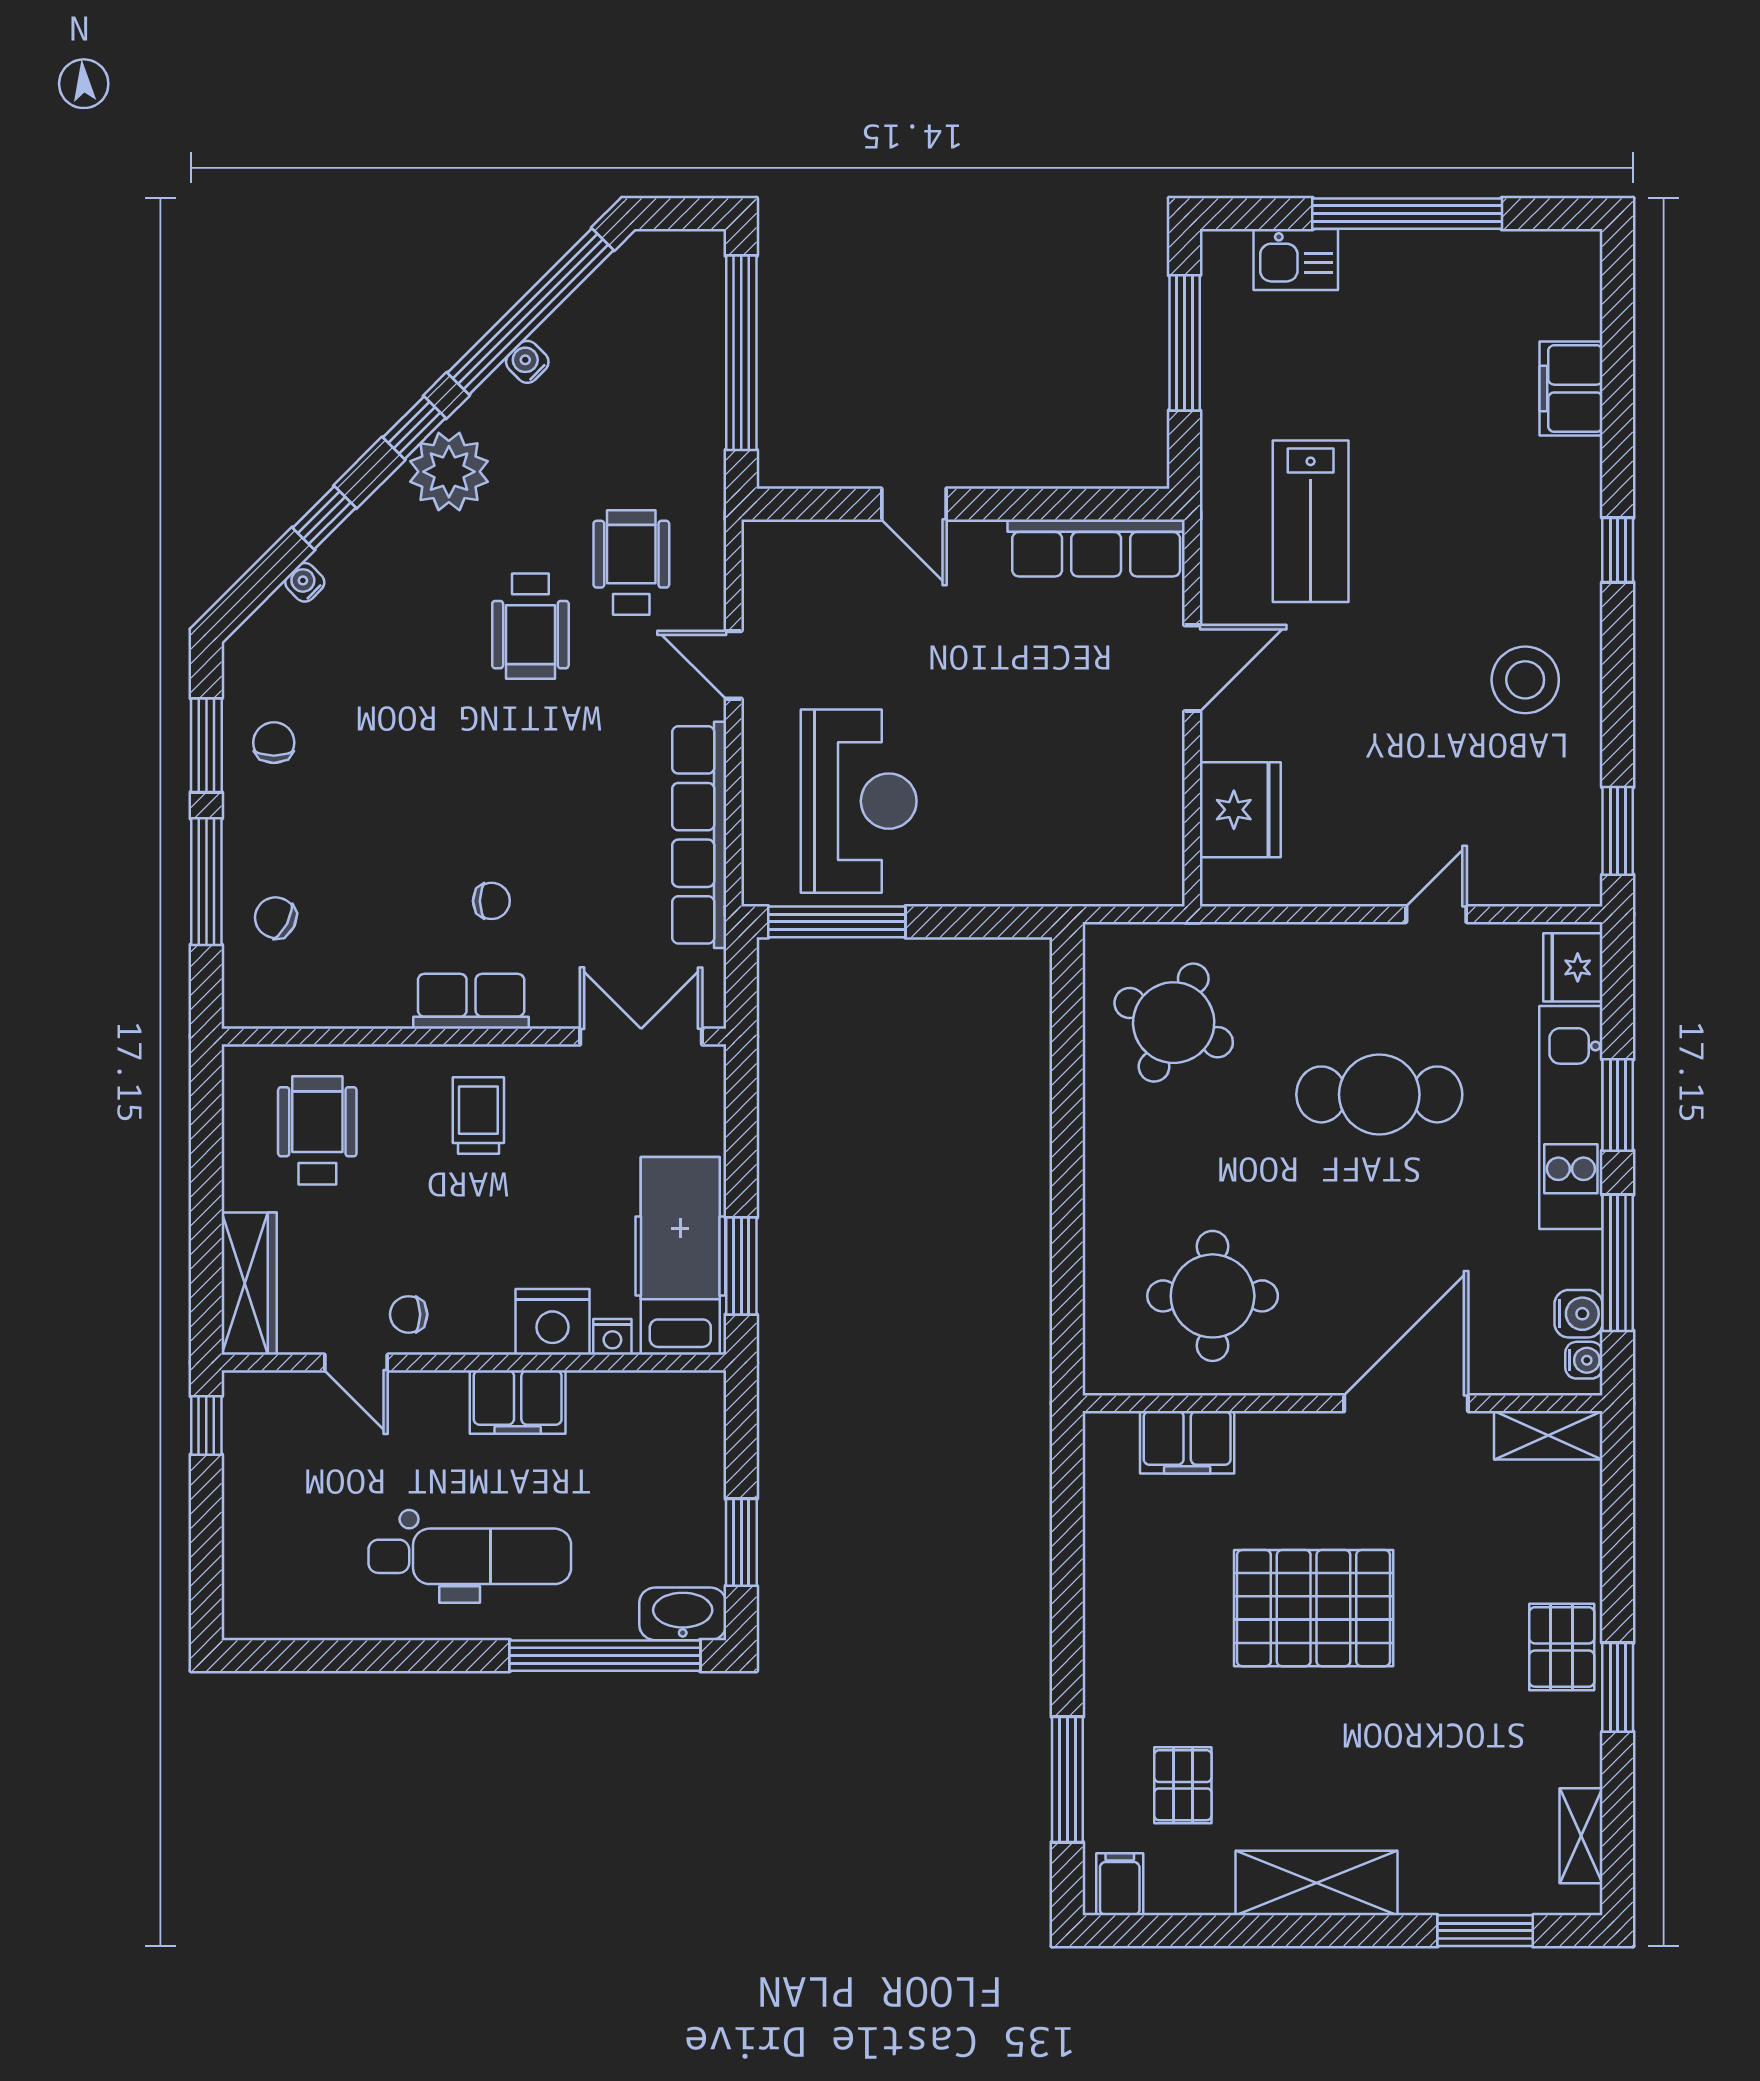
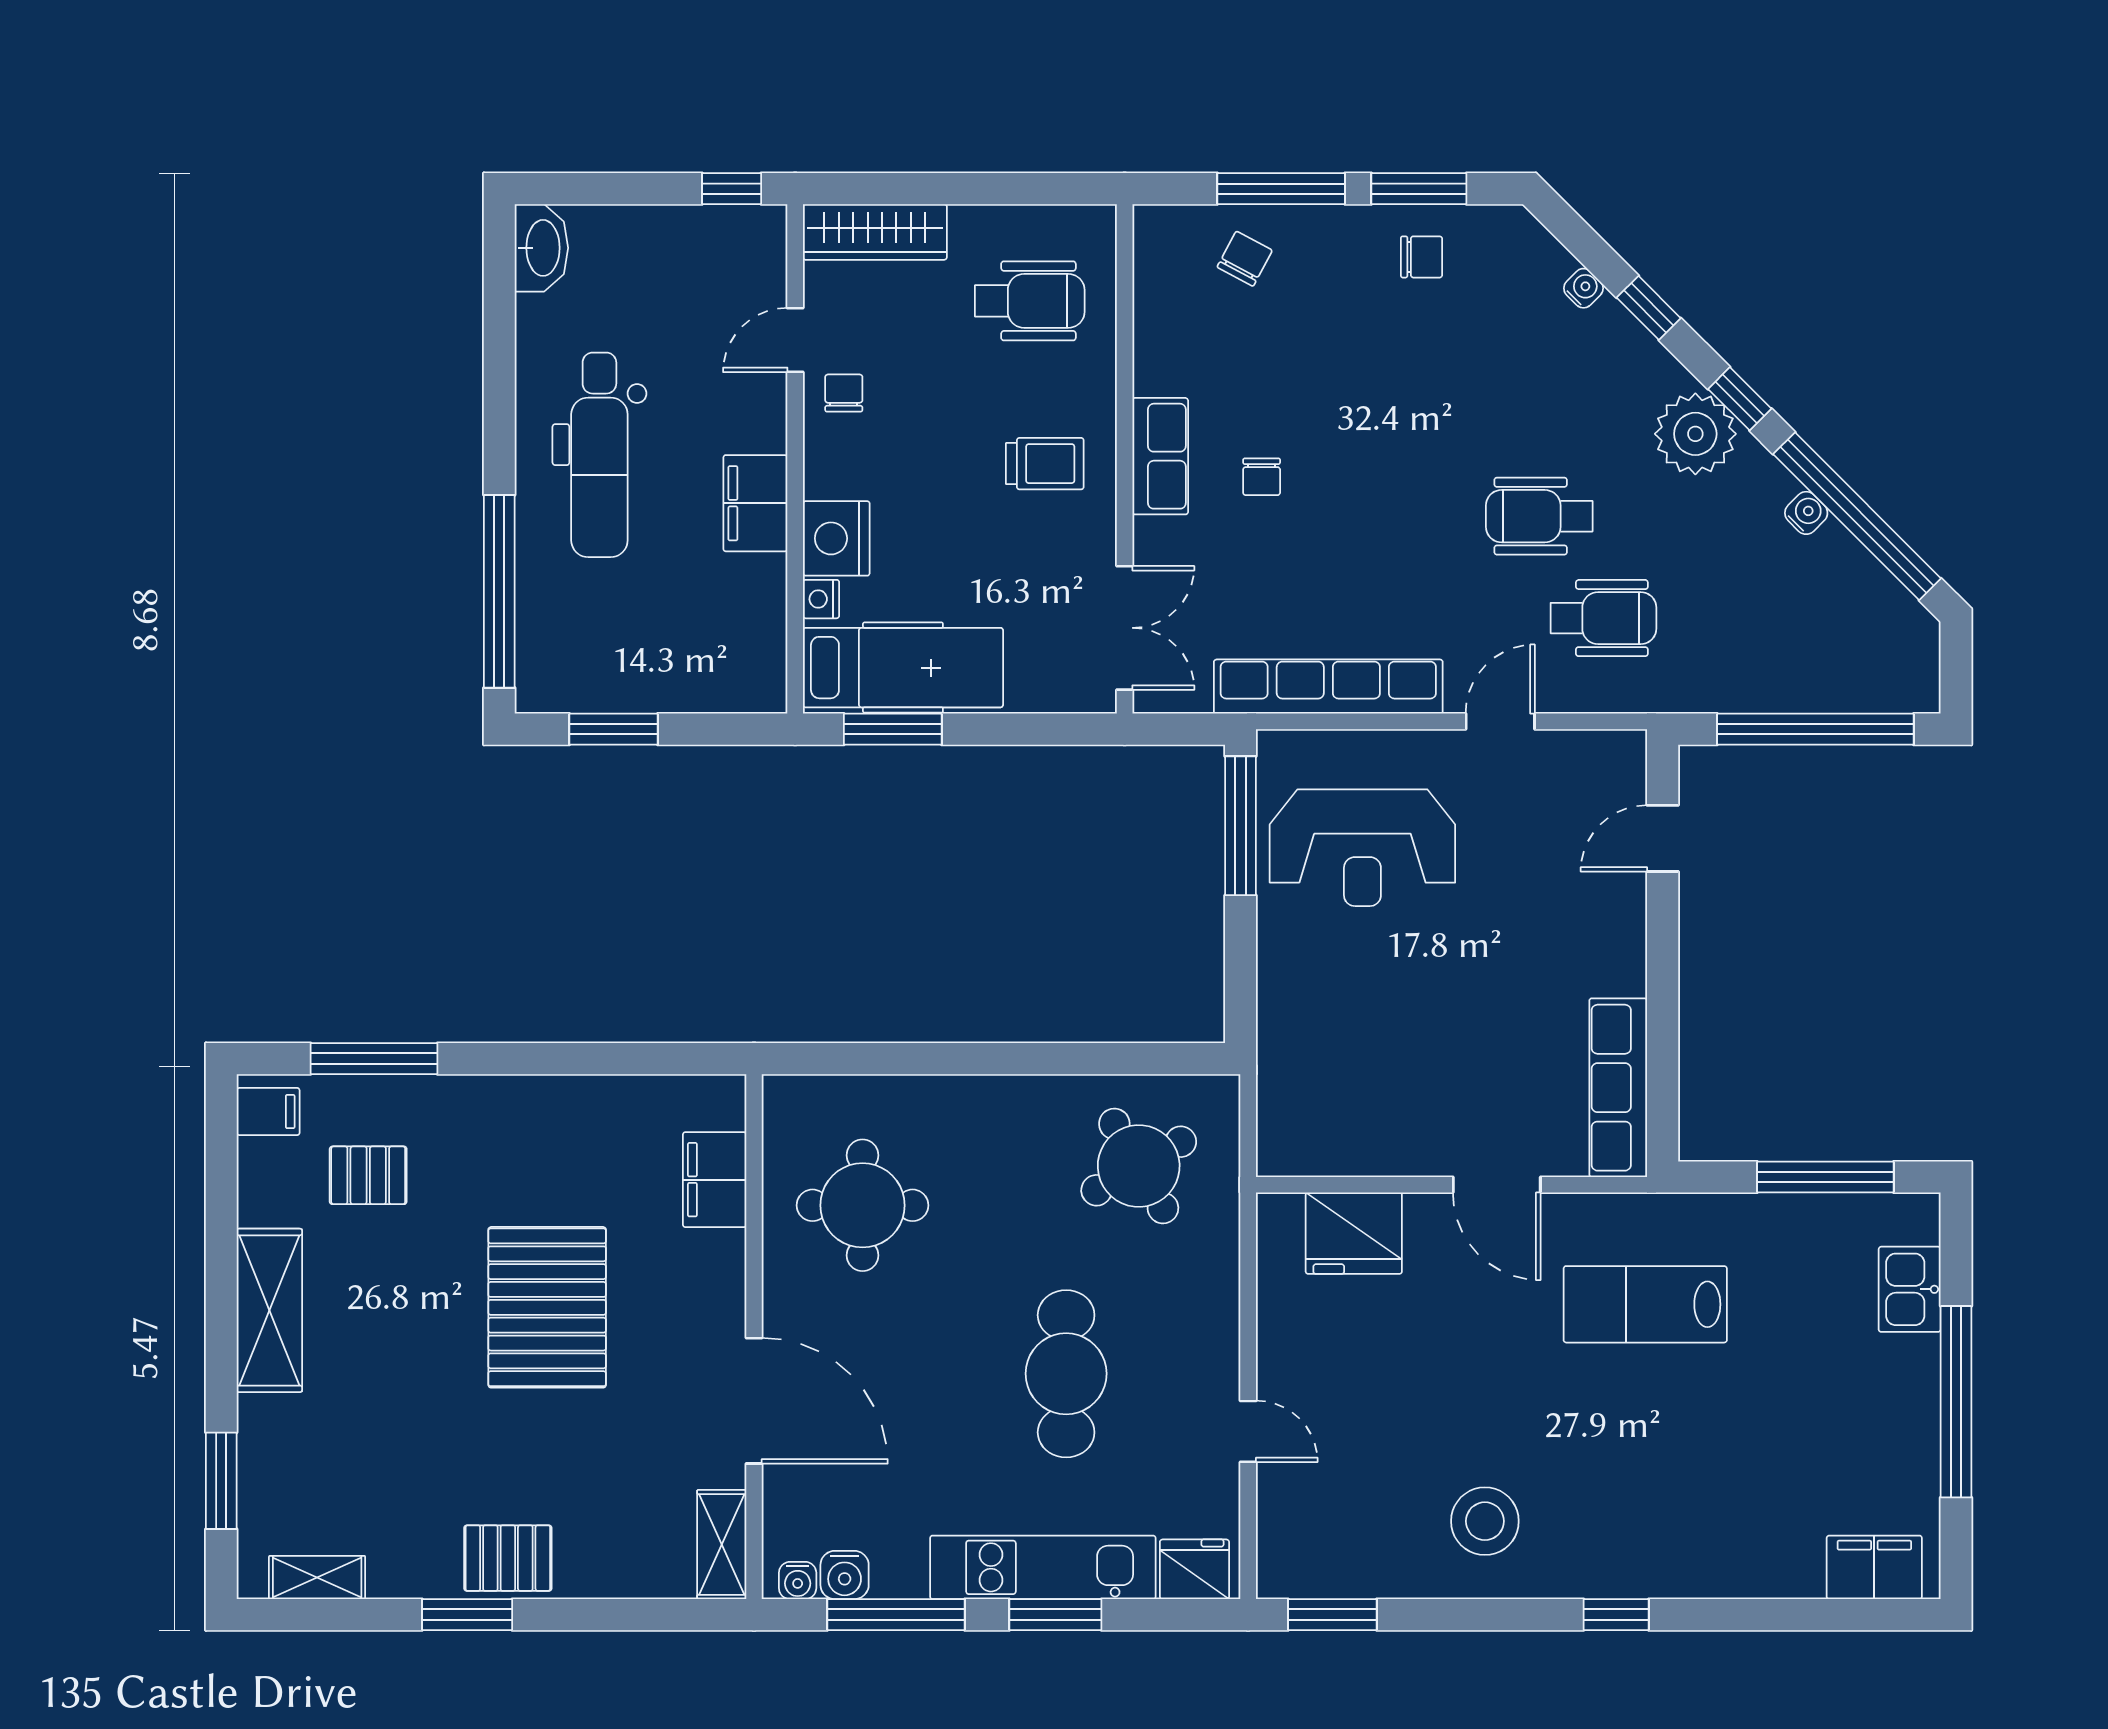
filing cabinet: (1571, 389) -> (1874, 1567), moved
door: (914, 504) -> (1663, 838), moved
round table: (1174, 1023) -> (1139, 1166), turned 36
washbasin: (683, 1614) -> (541, 248), moved

